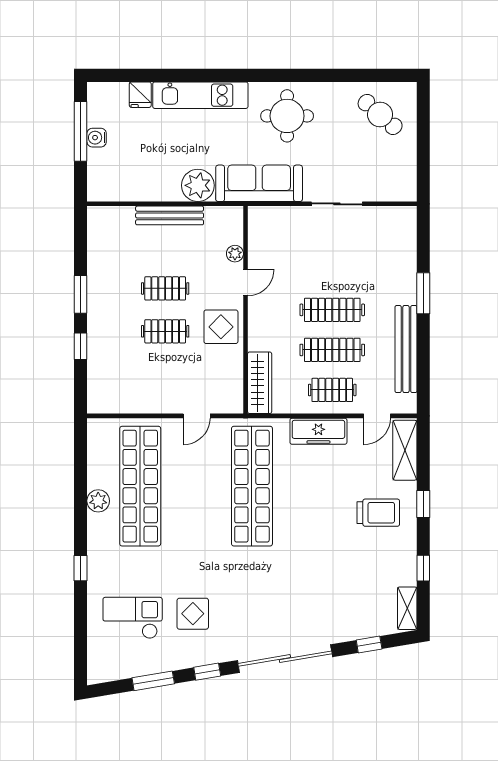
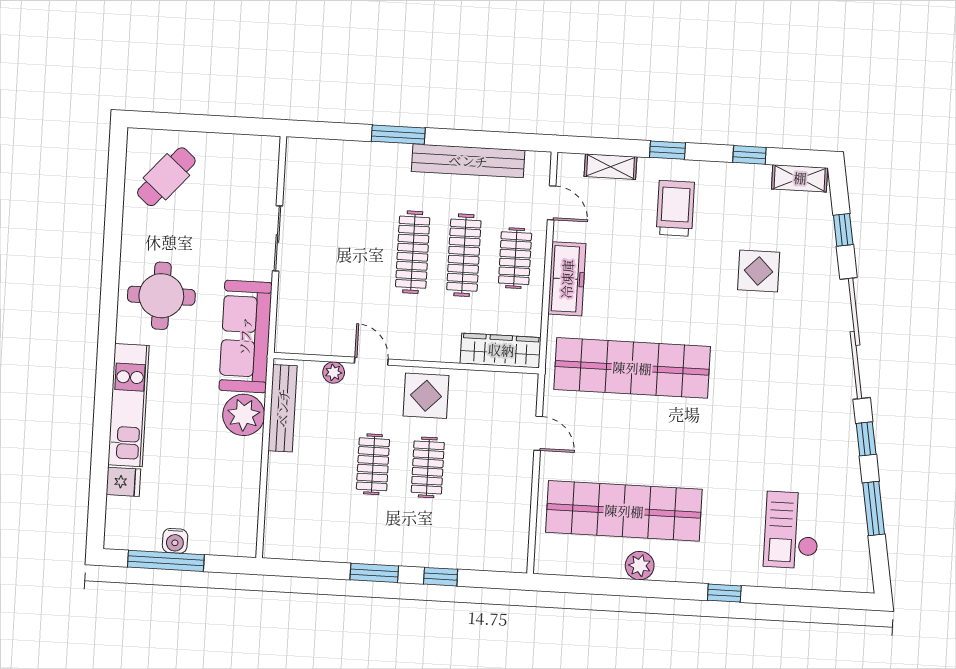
bench: (170, 215) -> (283, 408), moved
shelving: (405, 450) -> (610, 167), width x0.67, depth x0.75
display table: (193, 614) -> (759, 271), moved

